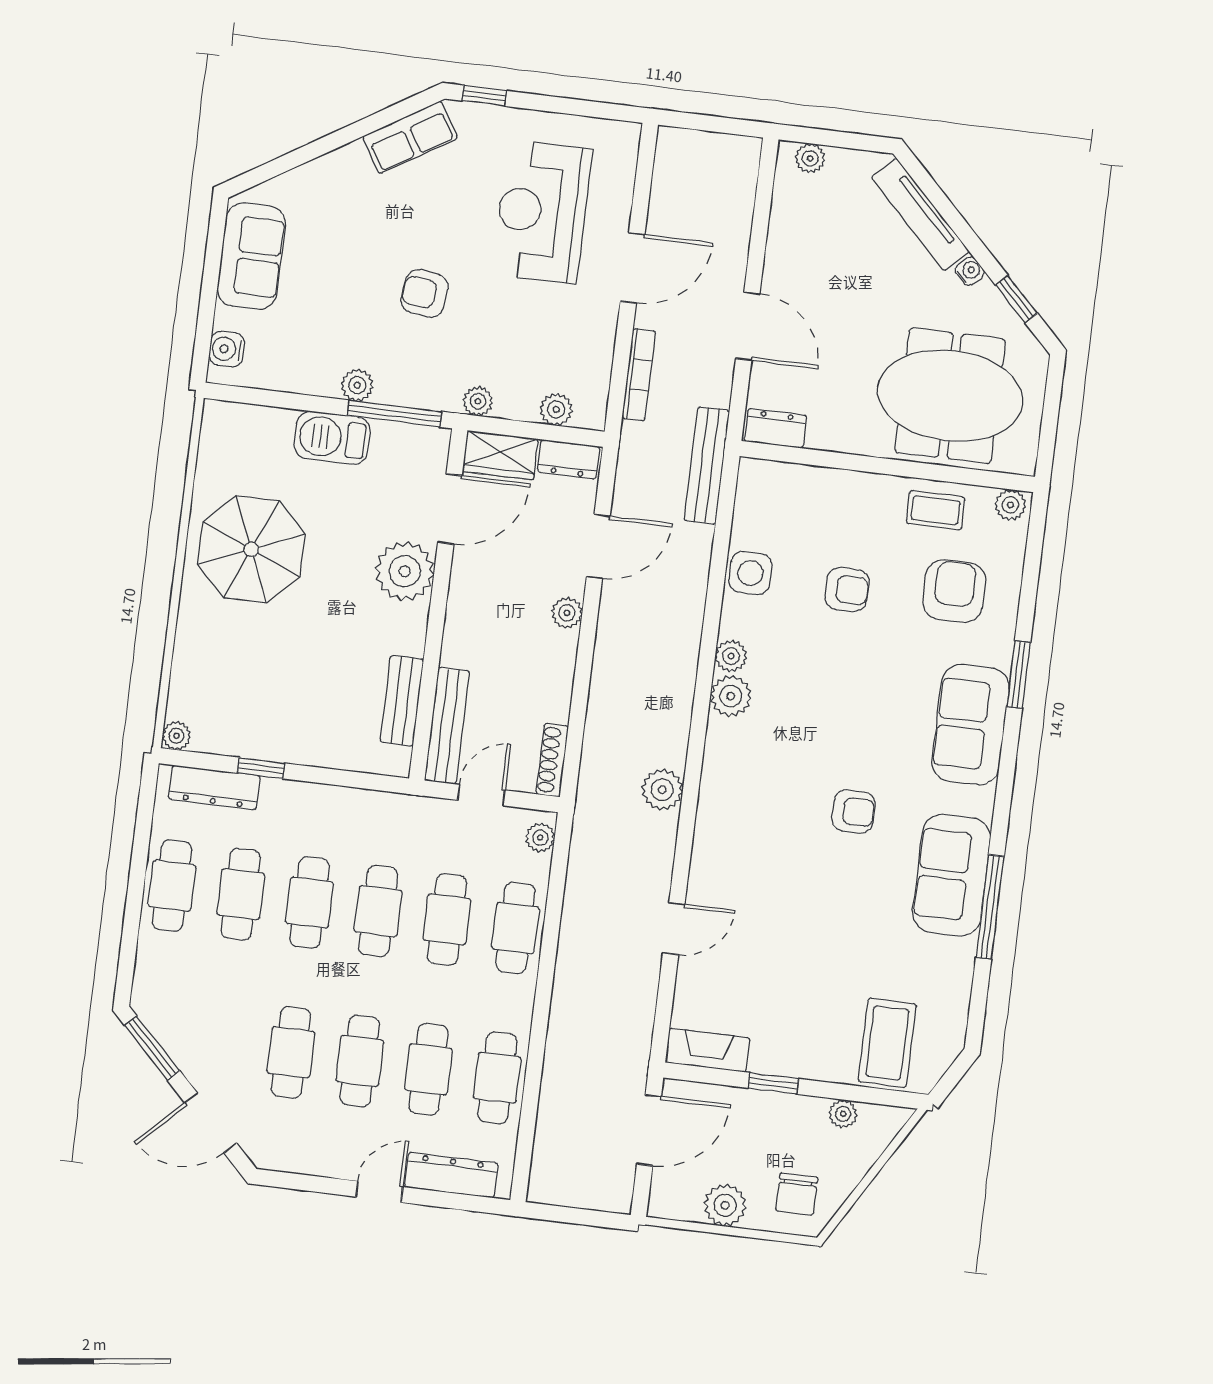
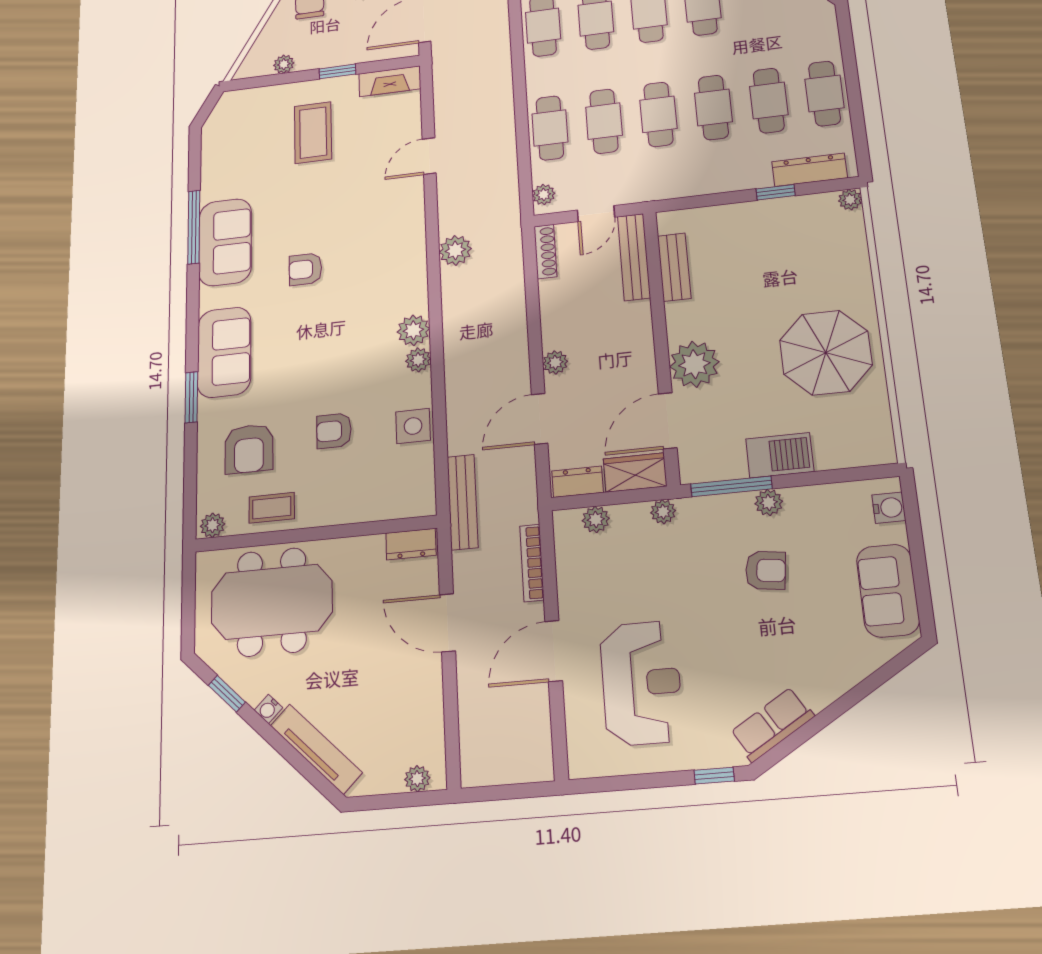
armchair: (425, 293) -> (766, 570), moved
coffee table: (887, 1043) -> (313, 133), moved

